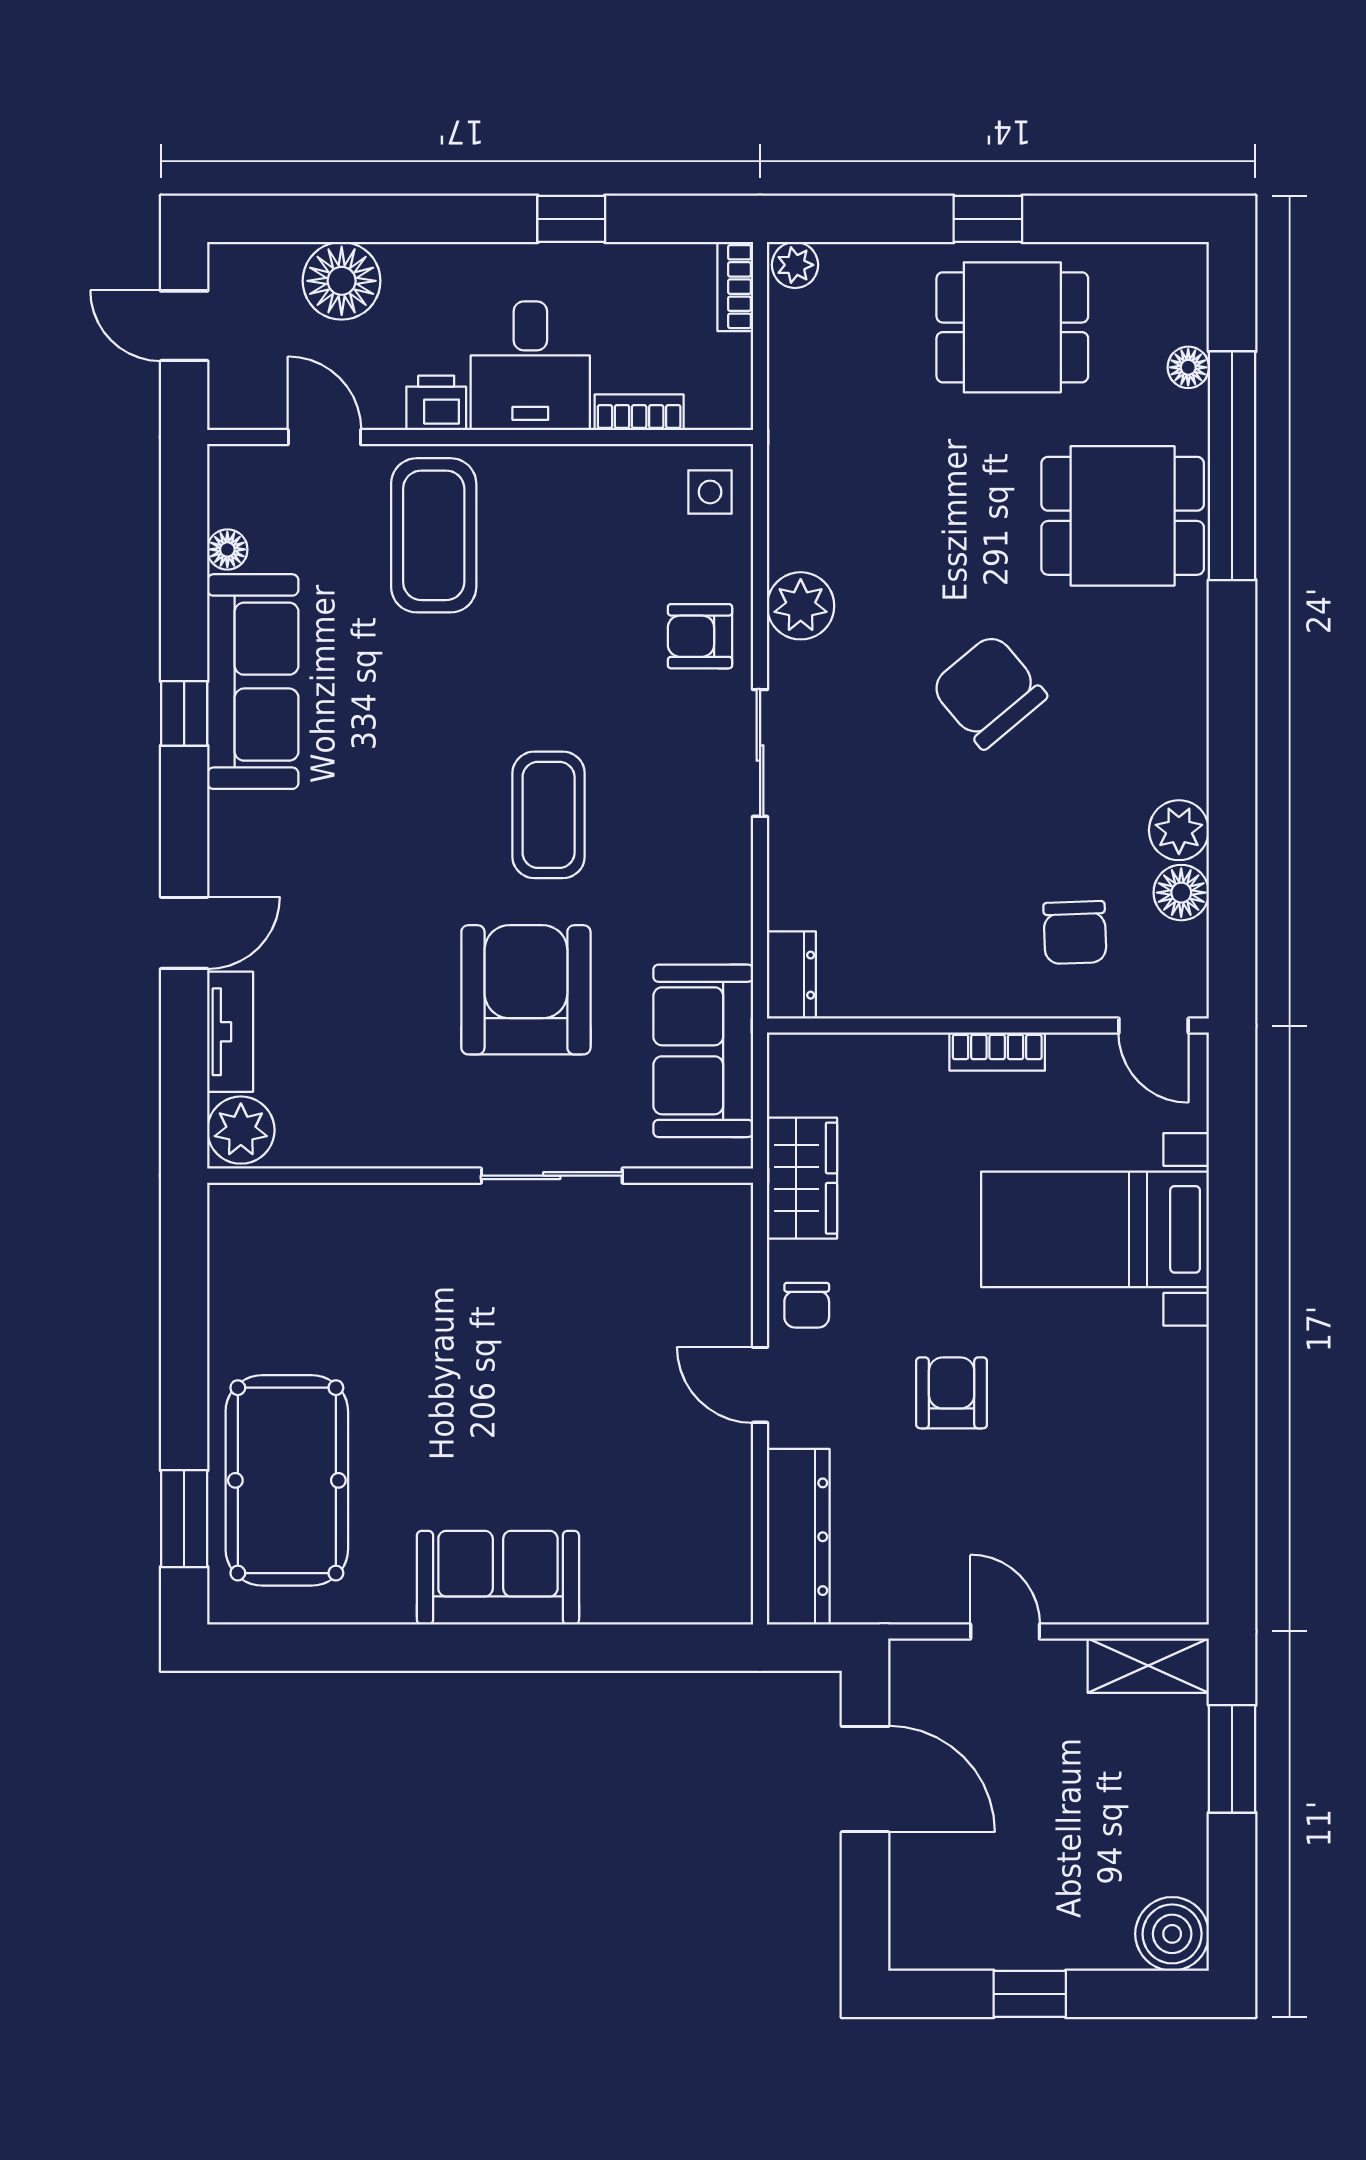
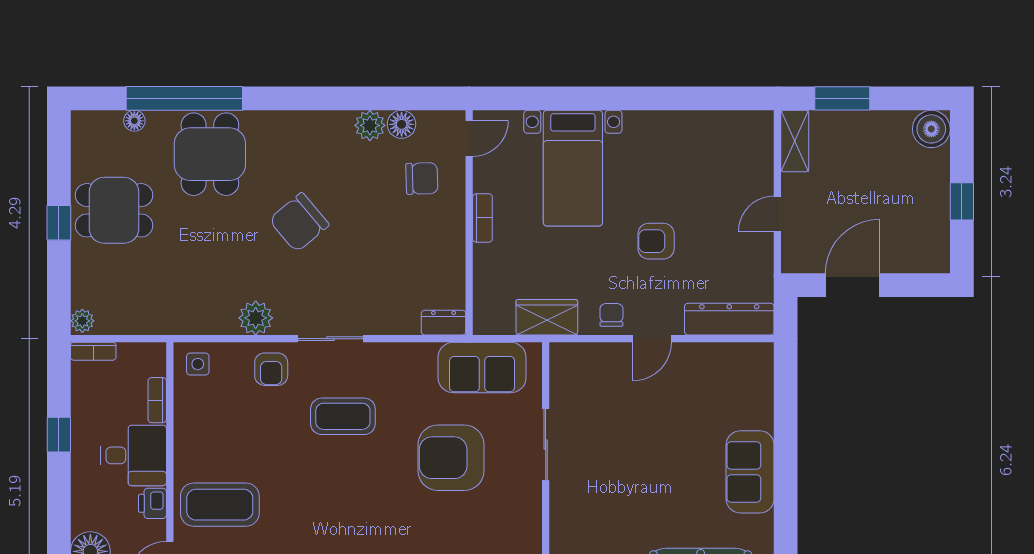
dining table: (1012, 327) -> (114, 210), turned 90
coffee table: (549, 815) -> (343, 416), moved
chair: (807, 1305) -> (611, 315), turned -90

